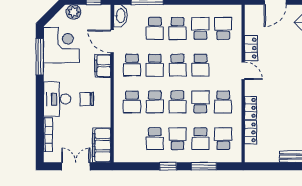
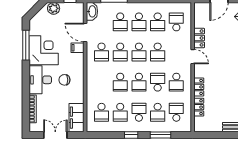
school desk: (200, 28) -> (158, 22), turned 180
corner desk: (61, 45) -> (44, 50), moved
filing cabinet: (103, 66) -> (77, 48), width x0.50
school desk: (132, 102) -> (102, 112), moved

